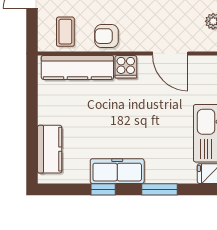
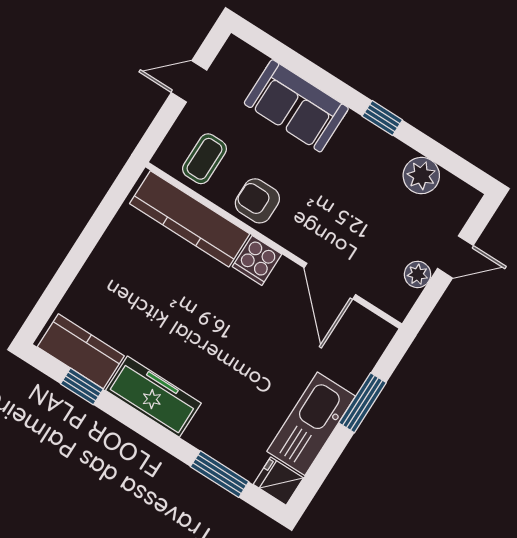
kitchen counter: (50, 149) -> (81, 351), moved, turned -90
window: (103, 189) -> (82, 386), moved
window: (160, 189) -> (220, 474), moved

